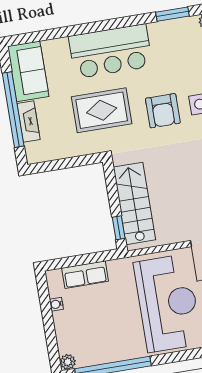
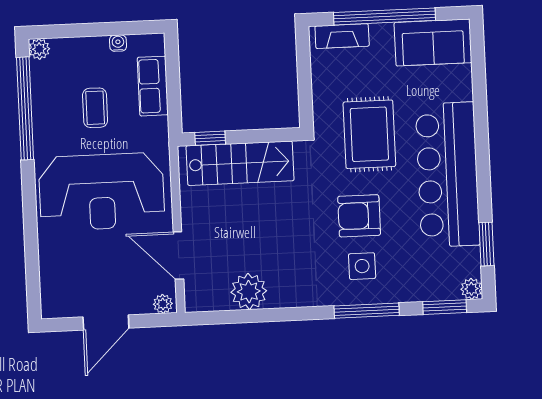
bar counter: (110, 51) -> (448, 175), width x1.36
fireplace: (29, 122) -> (342, 36), moved
coffee table: (106, 315) -> (95, 108), added

